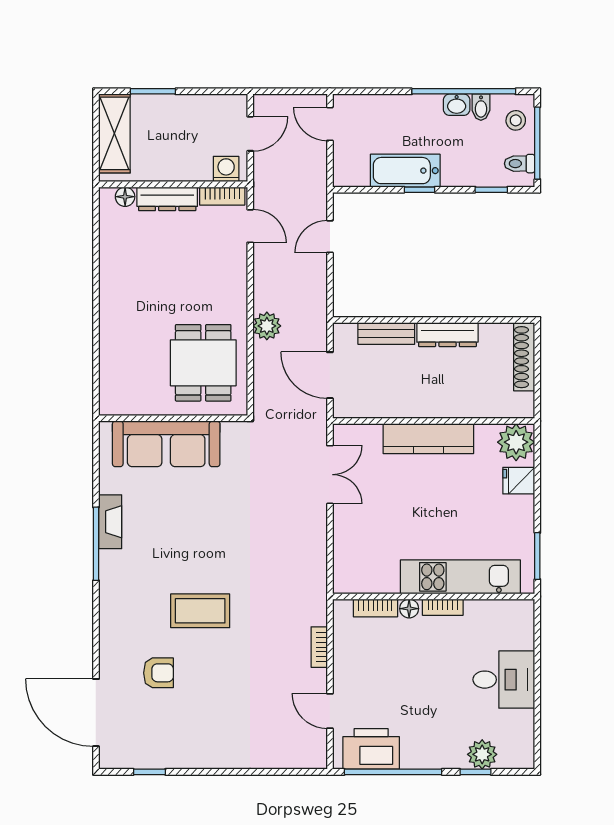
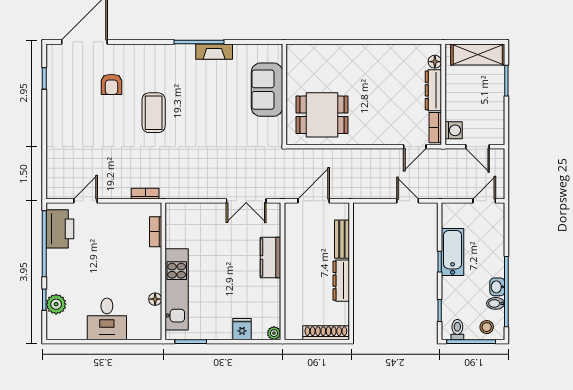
plant: (267, 326) -> (347, 158), removed
kitchen counter: (428, 439) -> (270, 257), width x0.67
plant: (516, 442) -> (274, 333), width x0.53, depth x0.53
sofa: (166, 444) -> (267, 90), width x0.73
bookcase: (443, 607) -> (156, 277), removed
floor lamp: (409, 609) -> (155, 299), moved
bookcase: (319, 647) -> (145, 194), moved

